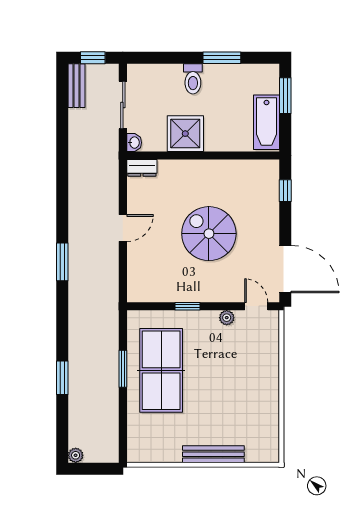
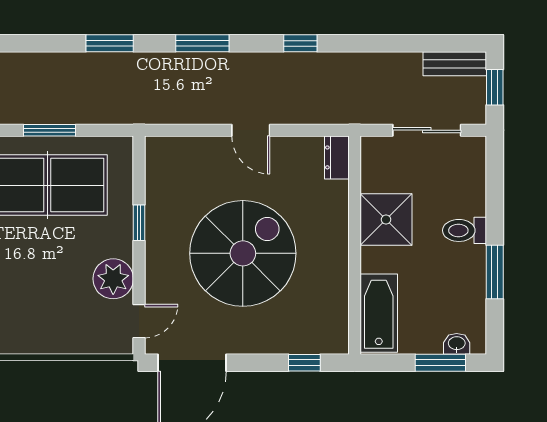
bathtub: (266, 122) -> (379, 313), moved, turned 90
washbasin: (134, 143) -> (457, 344), moved, turned 180
window: (62, 193) -> (300, 43), added
spiral stairs: (209, 234) -> (243, 253), width x1.37, depth x1.37
plant: (227, 318) -> (113, 279), width x1.88, depth x1.88
window: (62, 378) -> (110, 43), moved

